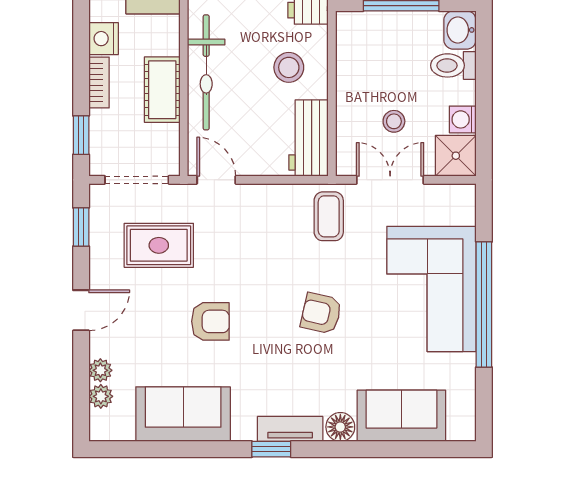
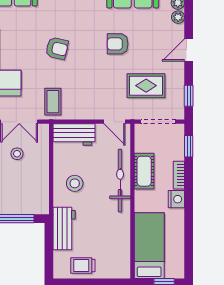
workbench: (308, 138) -> (74, 134), moved, turned 90

